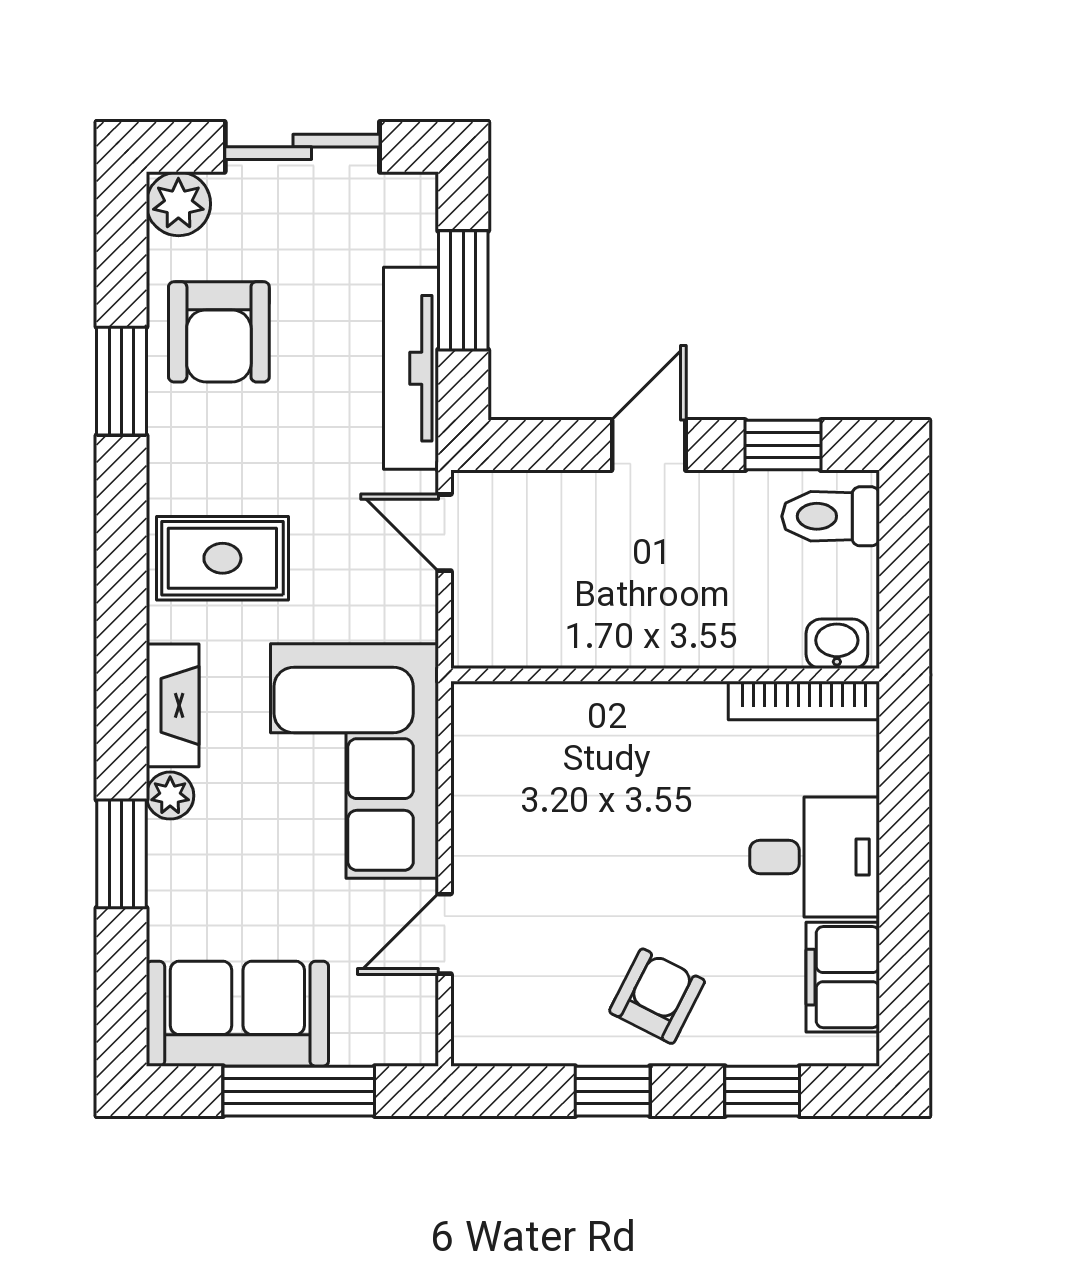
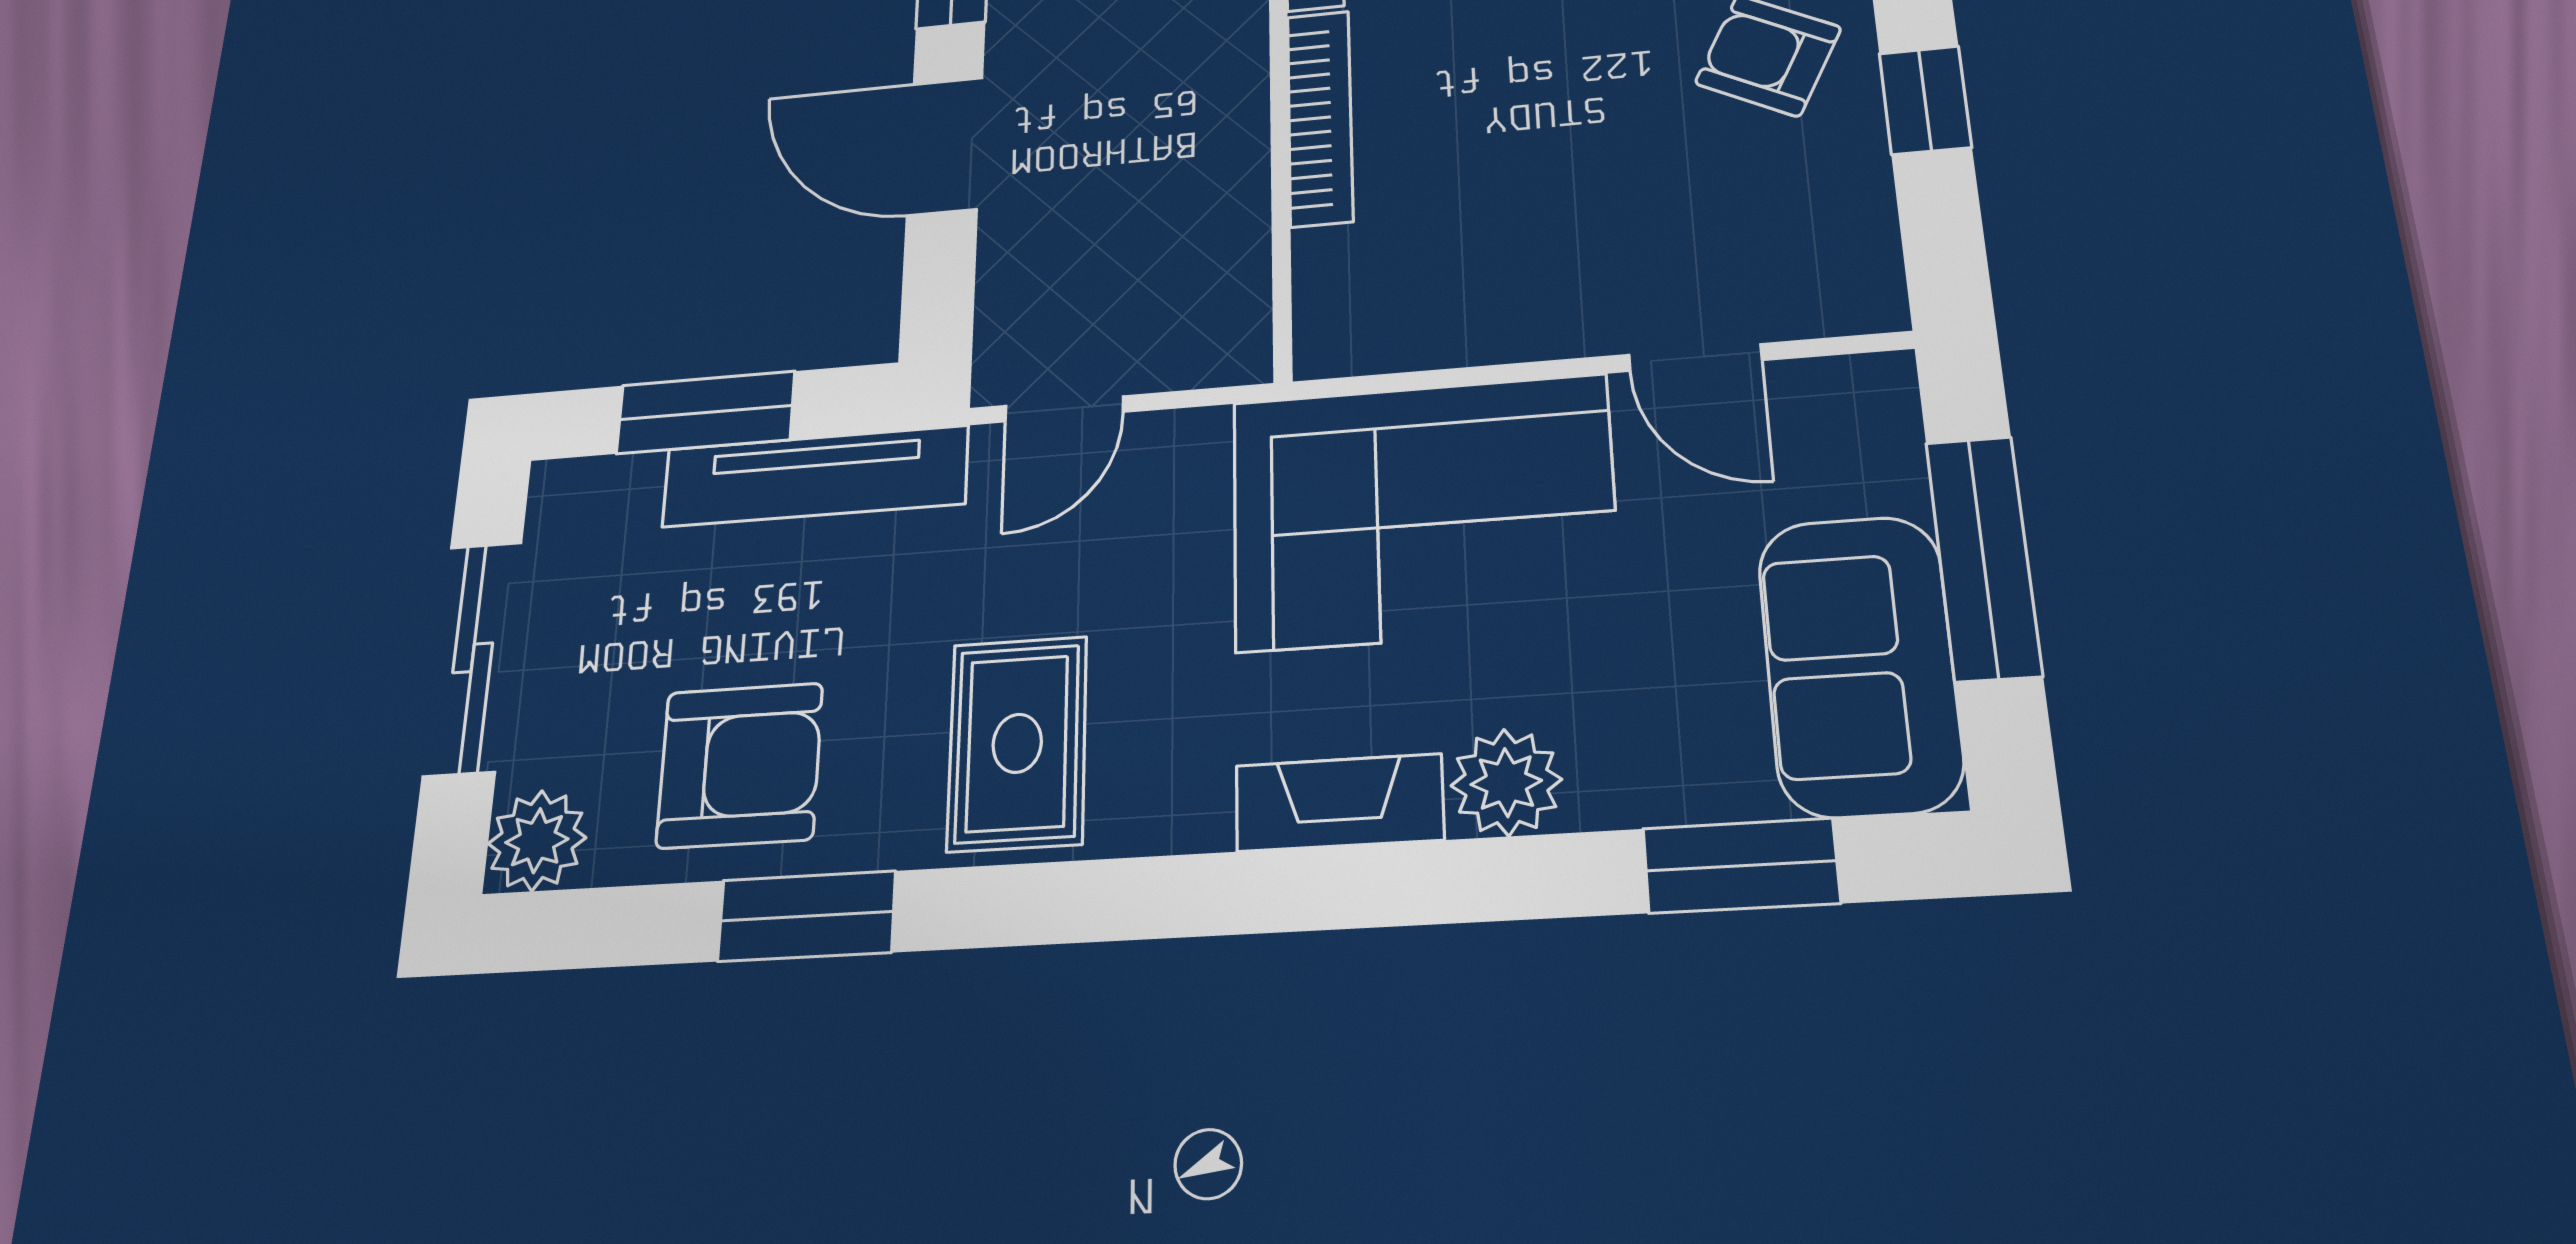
door: (649, 445) -> (945, 146), width x1.38
rug: (222, 558) -> (1017, 743), moved
bookcase: (643, 702) -> (1320, 118), added
plant: (170, 796) -> (1506, 782), width x1.38, depth x1.38
window: (122, 854) -> (1741, 866), moved

